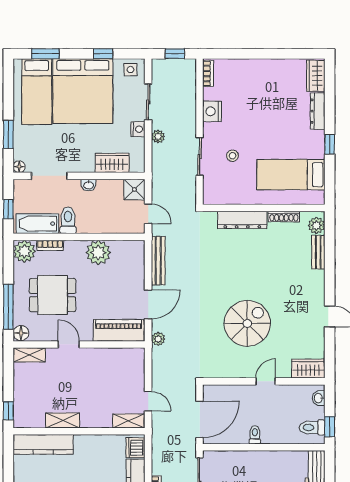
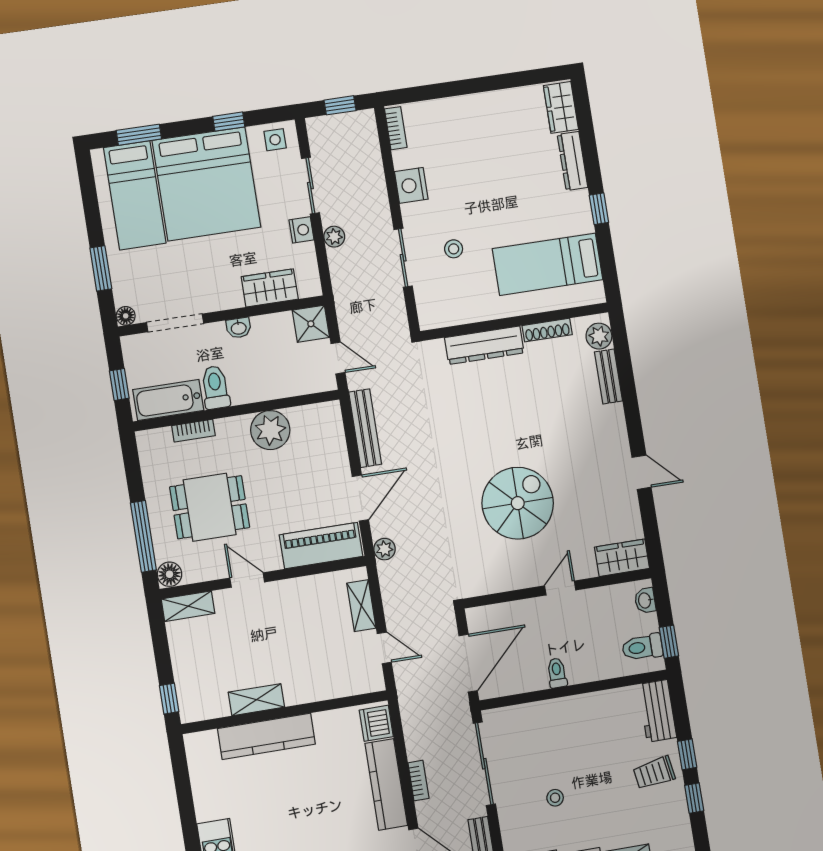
plant: (24, 251) -> (155, 446), removed
shelving: (128, 421) -> (361, 606), moved, turned 90
kitchen counter: (43, 444) -> (266, 736), moved

